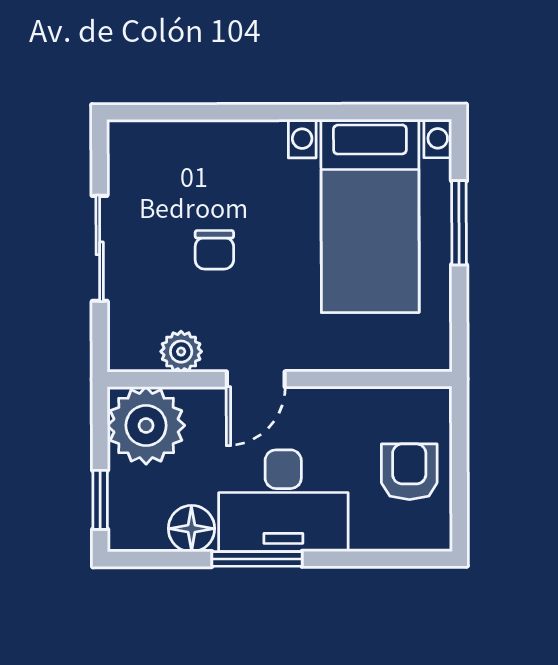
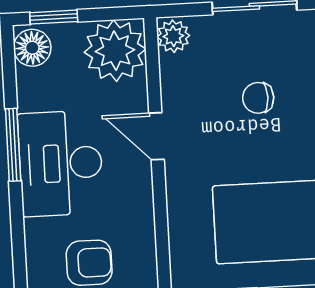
plant: (181, 352) -> (173, 36), moved
floor lamp: (191, 529) -> (32, 48), moved

